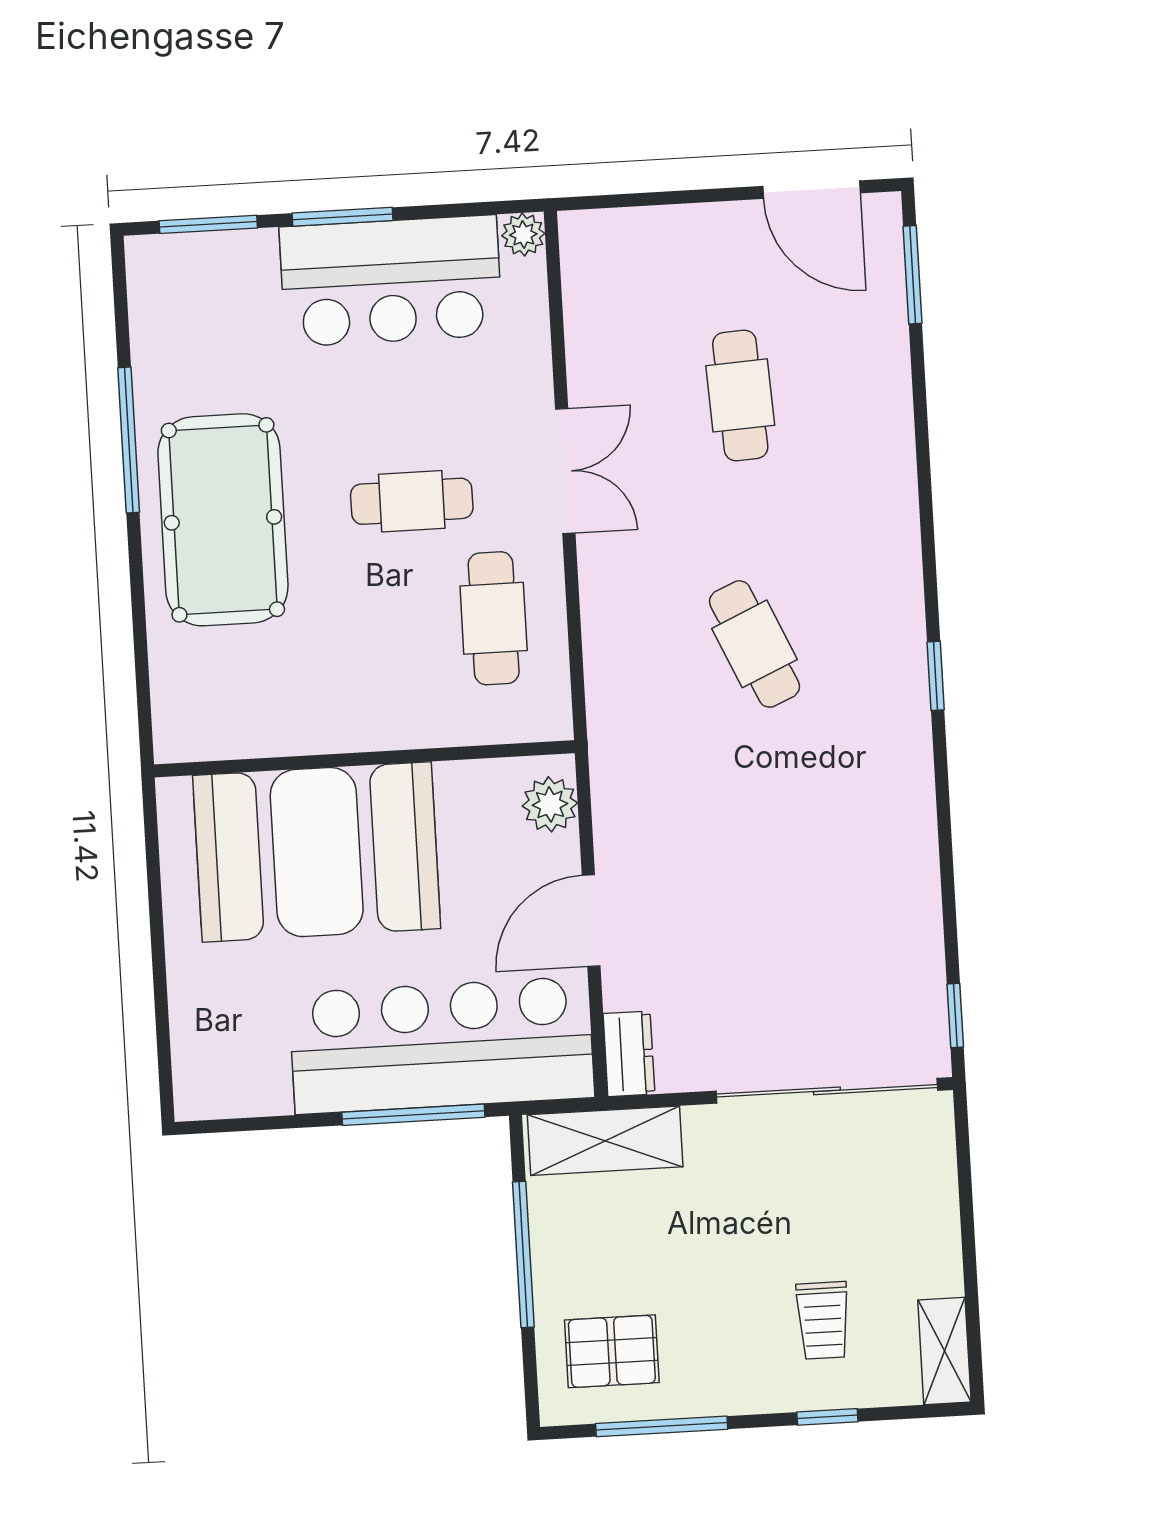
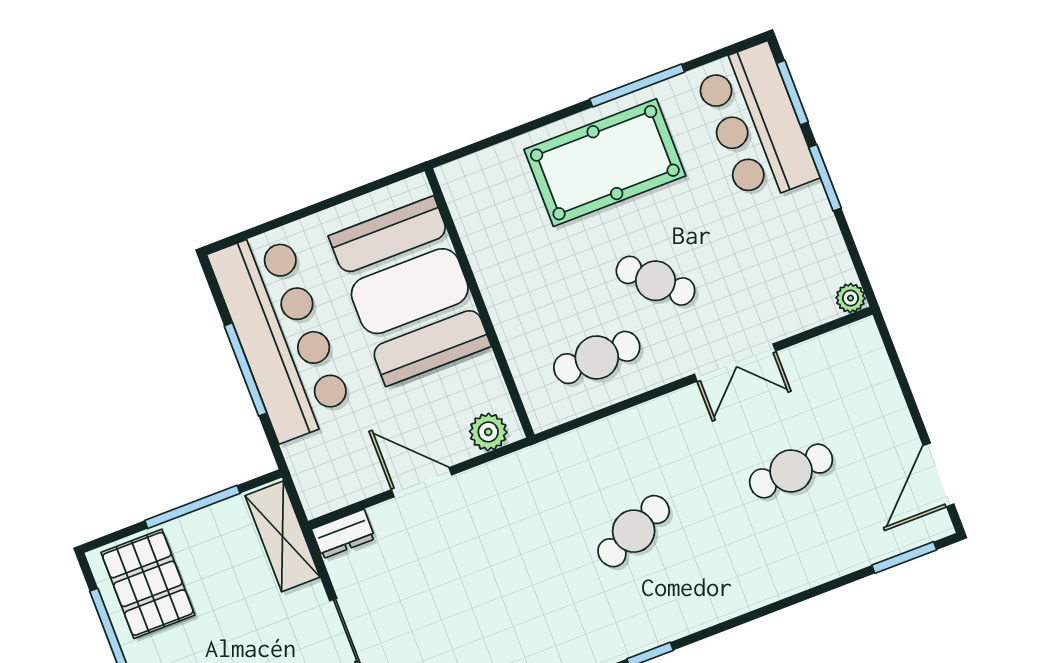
bar counter: (391, 281) -> (756, 124), moved
double door: (565, 471) -> (735, 363), moved
cafe table: (412, 501) -> (656, 281), turned -47
bar counter: (442, 1045) -> (281, 335), moved
window: (413, 1115) -> (246, 369), moved
pallet: (612, 1351) -> (148, 584), width x1.50, depth x1.42

